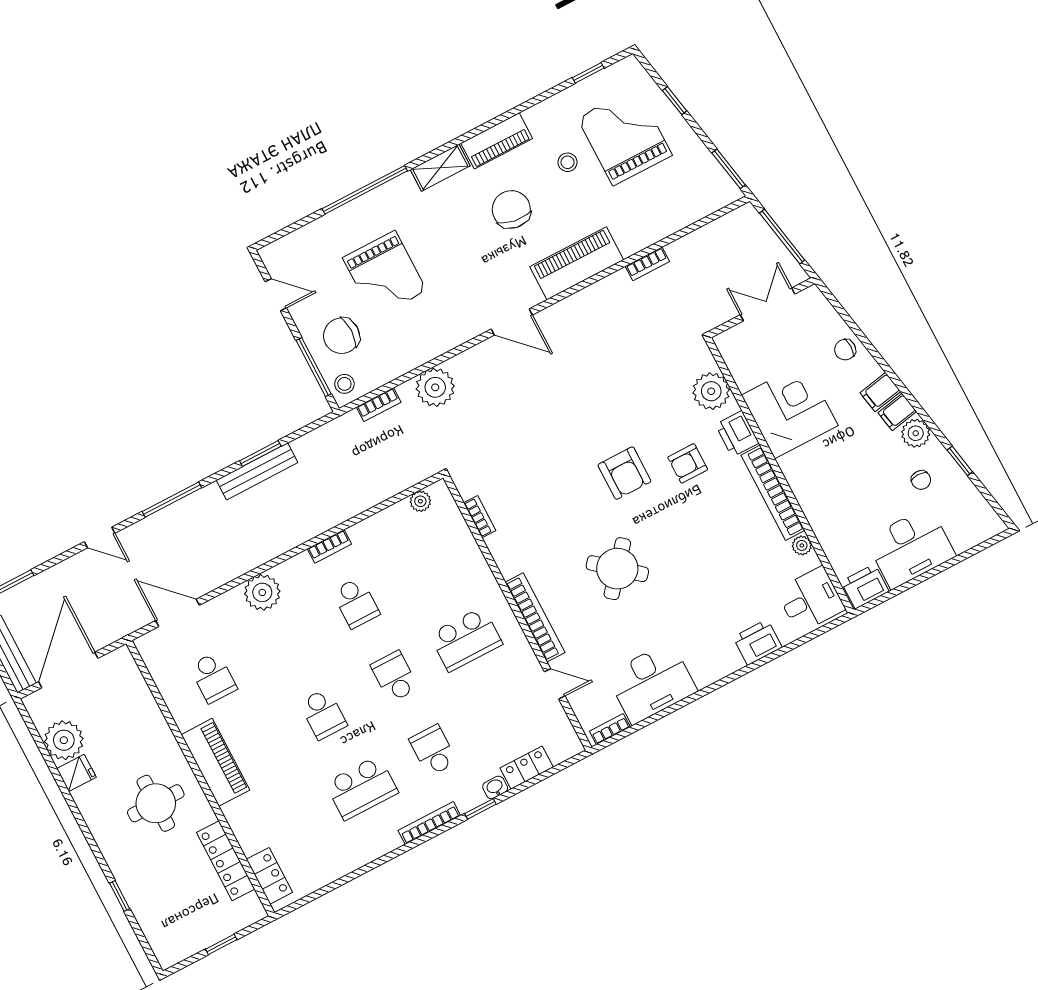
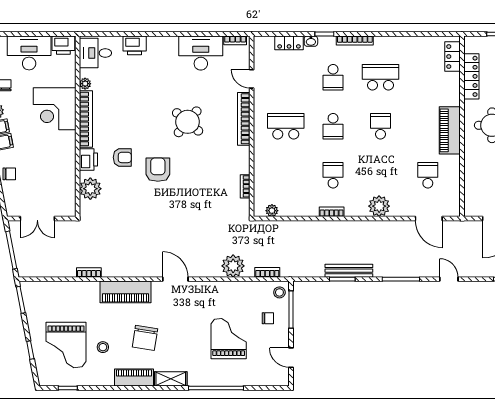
chair: (342, 336) -> (268, 318), width x0.54, depth x0.54
corner desk: (790, 410) -> (55, 109), moved

